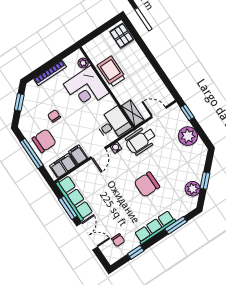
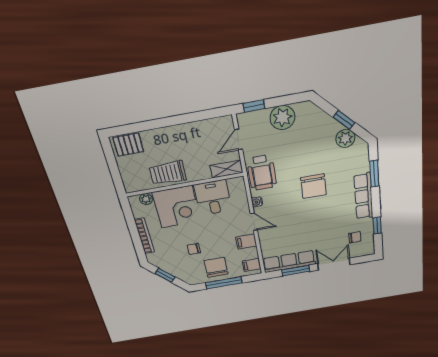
desk: (113, 124) -> (213, 198), moved
filing cabinet: (63, 166) -> (252, 265), width x0.50

